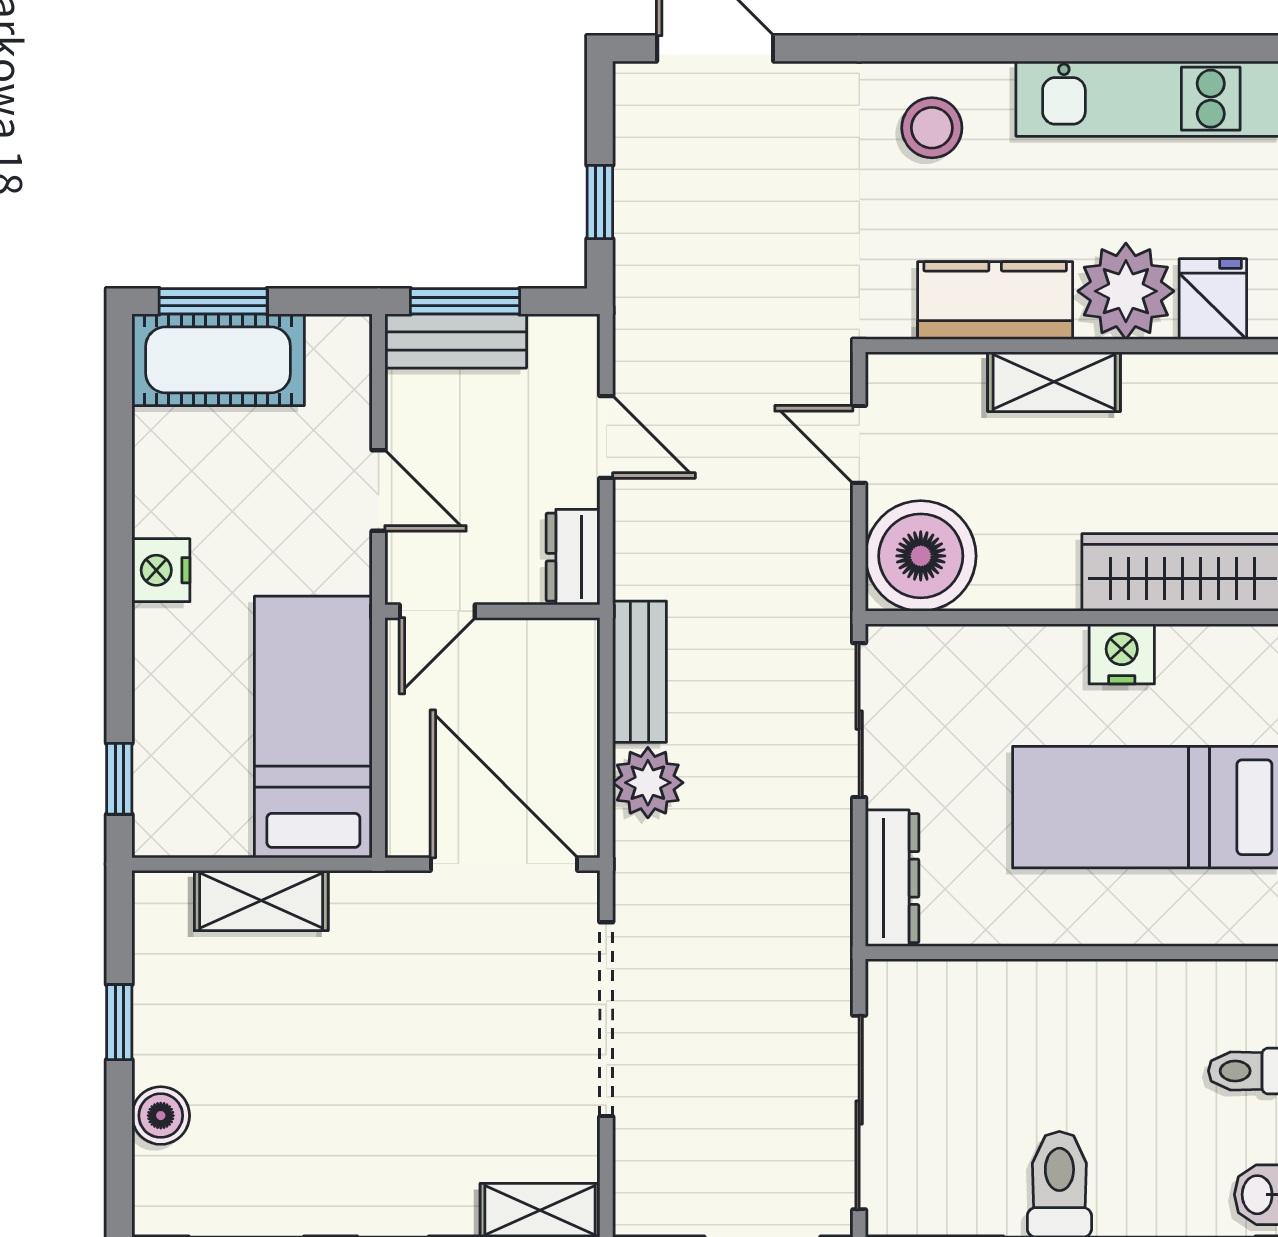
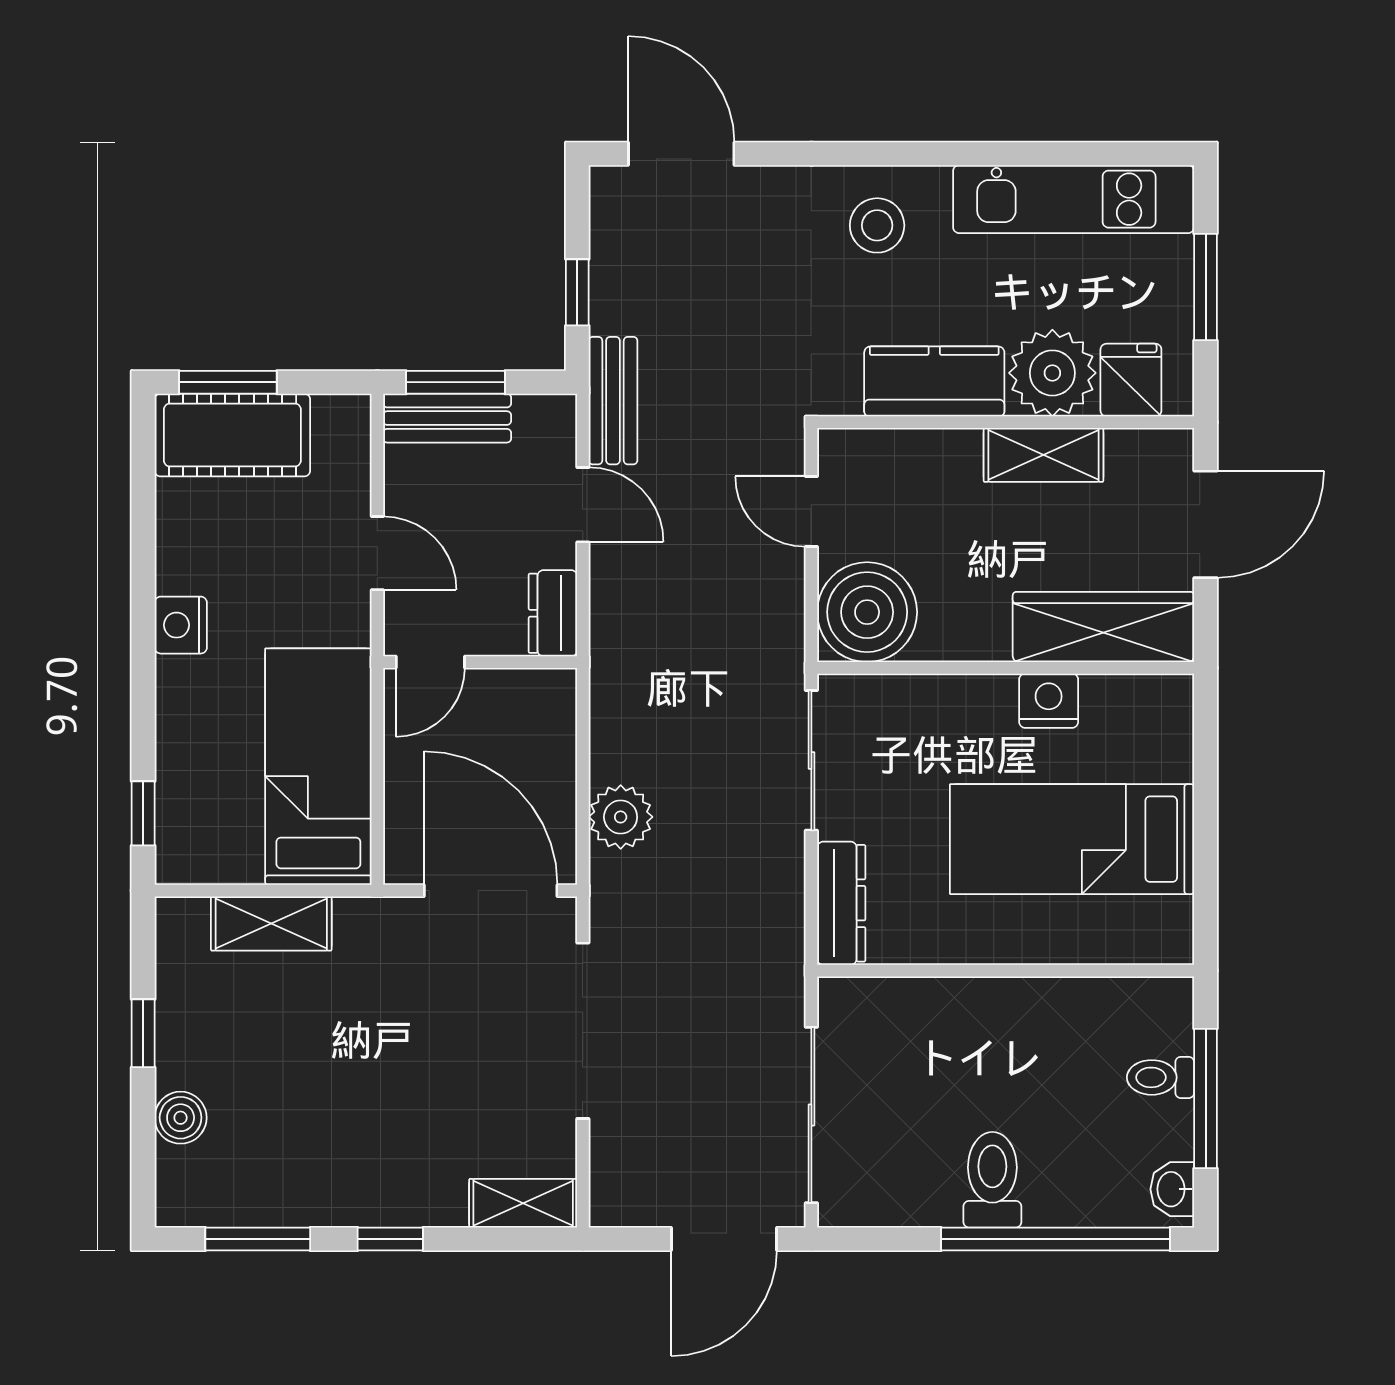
shelving: (1054, 382) -> (1043, 455), moved
bench: (639, 672) -> (613, 401), moved

